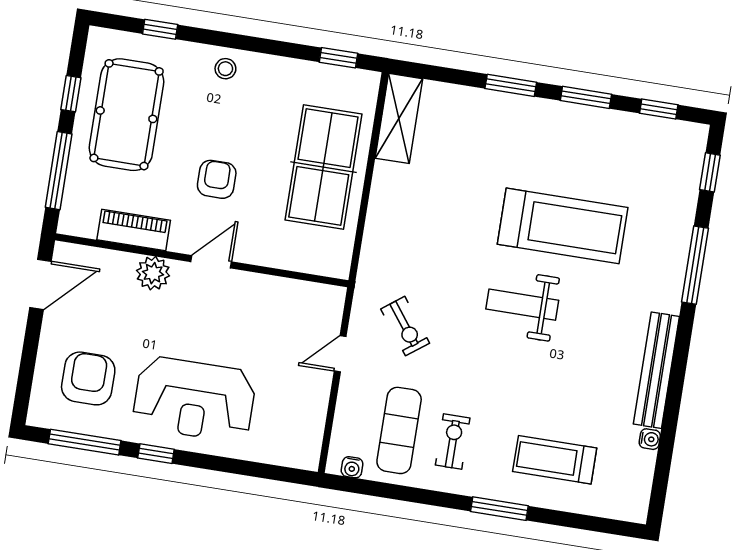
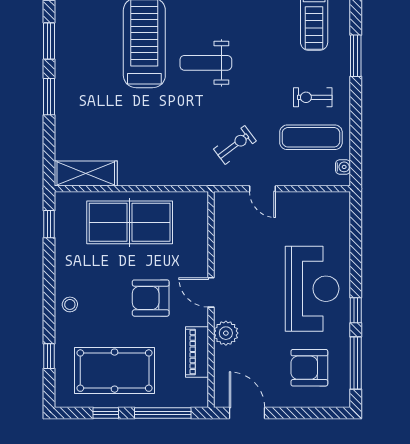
armchair: (217, 179) -> (151, 298), width x1.38, depth x1.38
weight bench: (522, 305) -> (206, 63), turned 90

